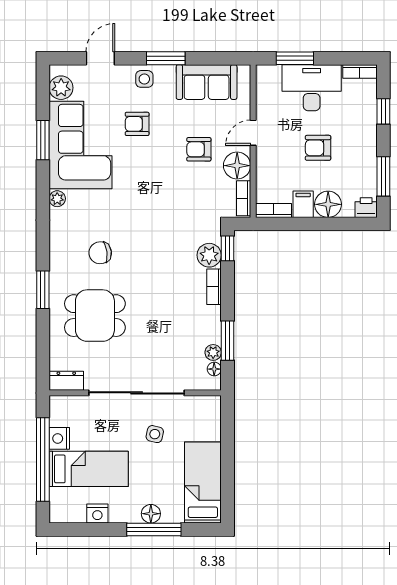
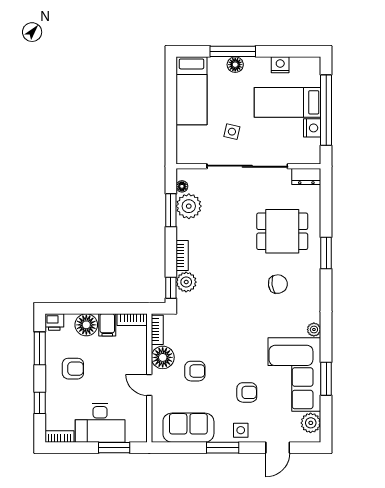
door: (253, 133) -> (149, 385), swing flipped
armchair: (318, 148) -> (73, 369), moved
plant: (213, 352) -> (189, 206), width x1.88, depth x1.88

